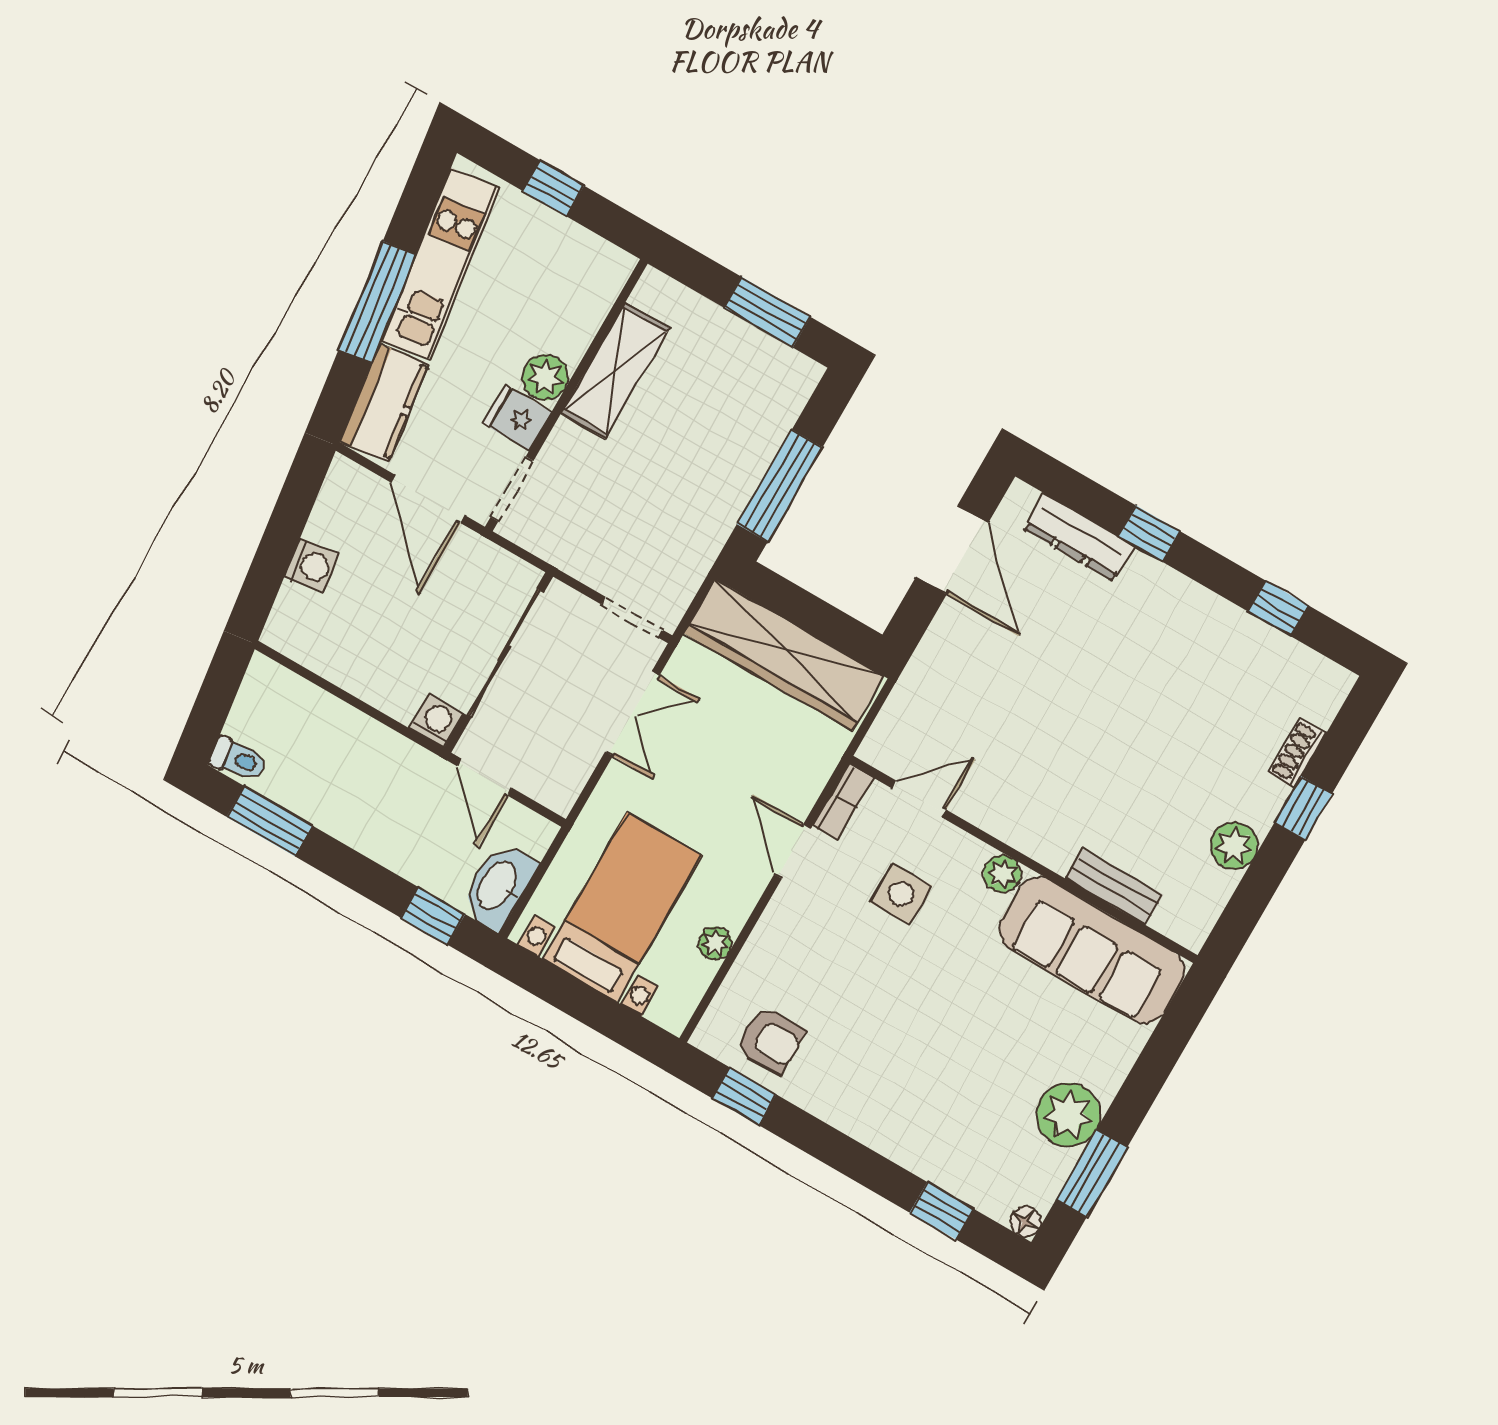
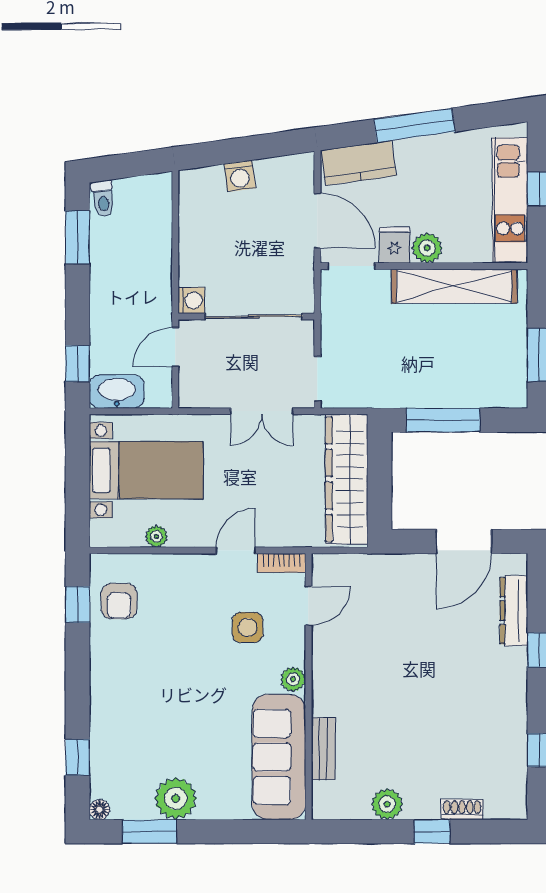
kitchen unit: (440, 264) -> (510, 200), moved, turned 98
shelving: (615, 371) -> (454, 286), width x1.47
door: (428, 499) -> (317, 221), swing flipped
door: (919, 799) -> (308, 606), hinge flipped

